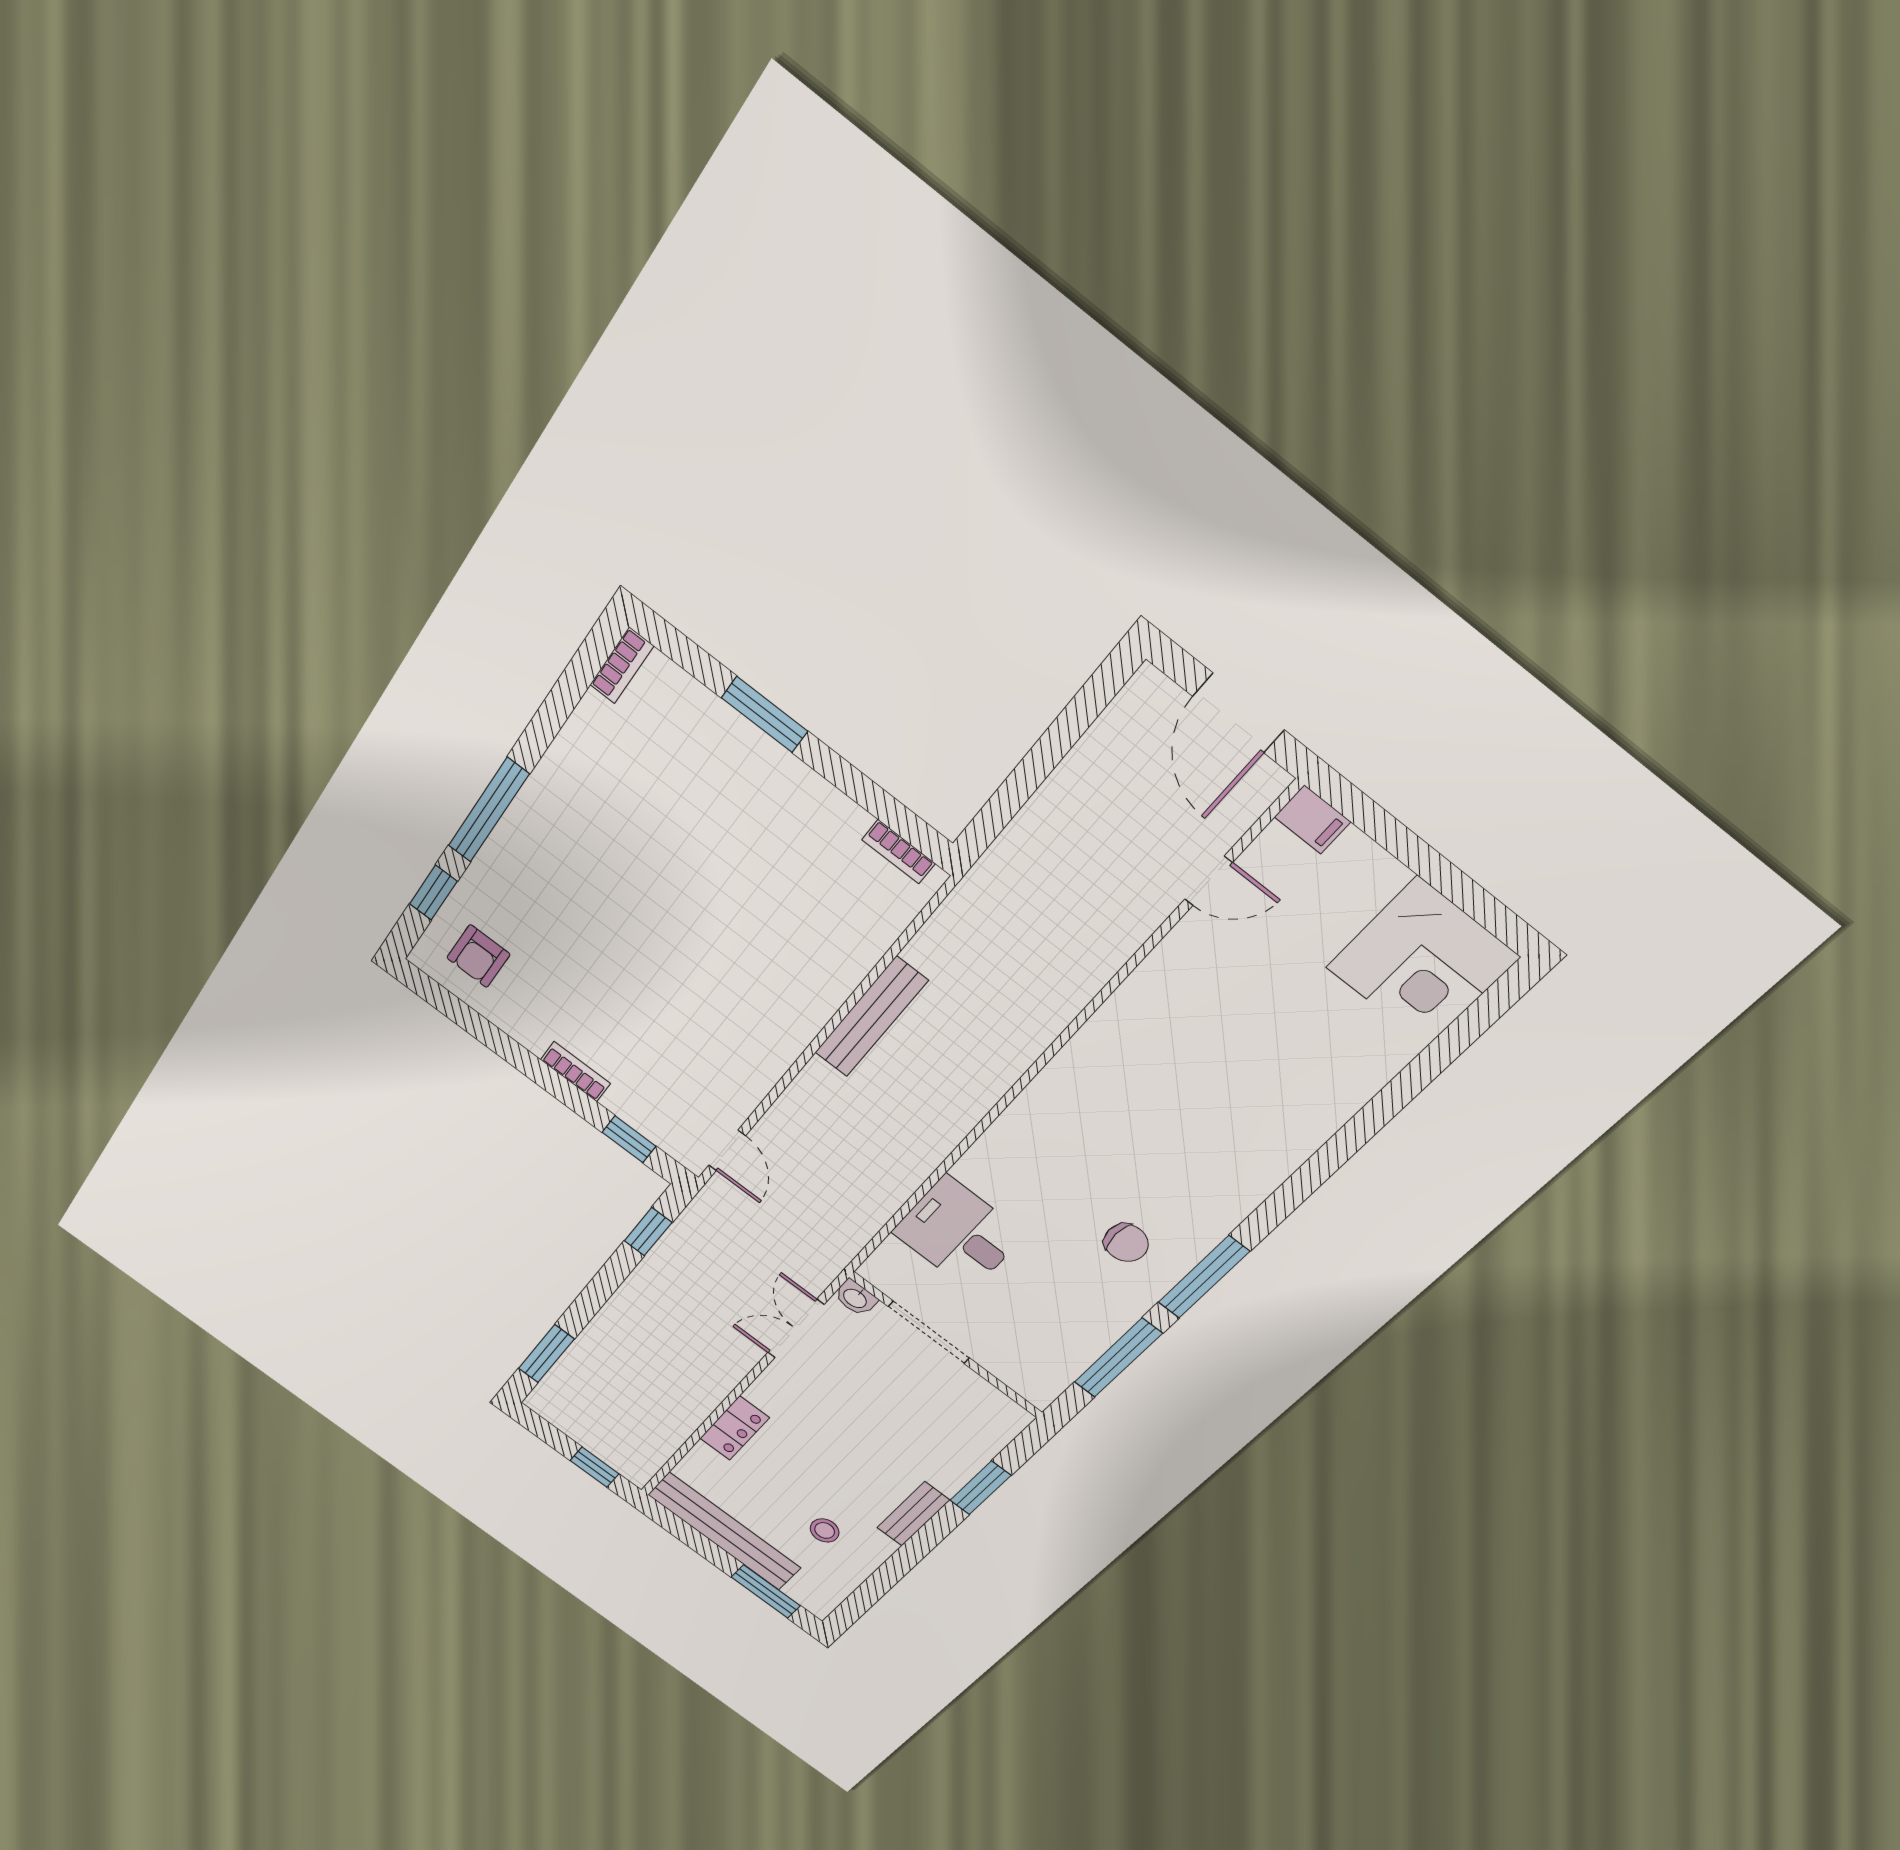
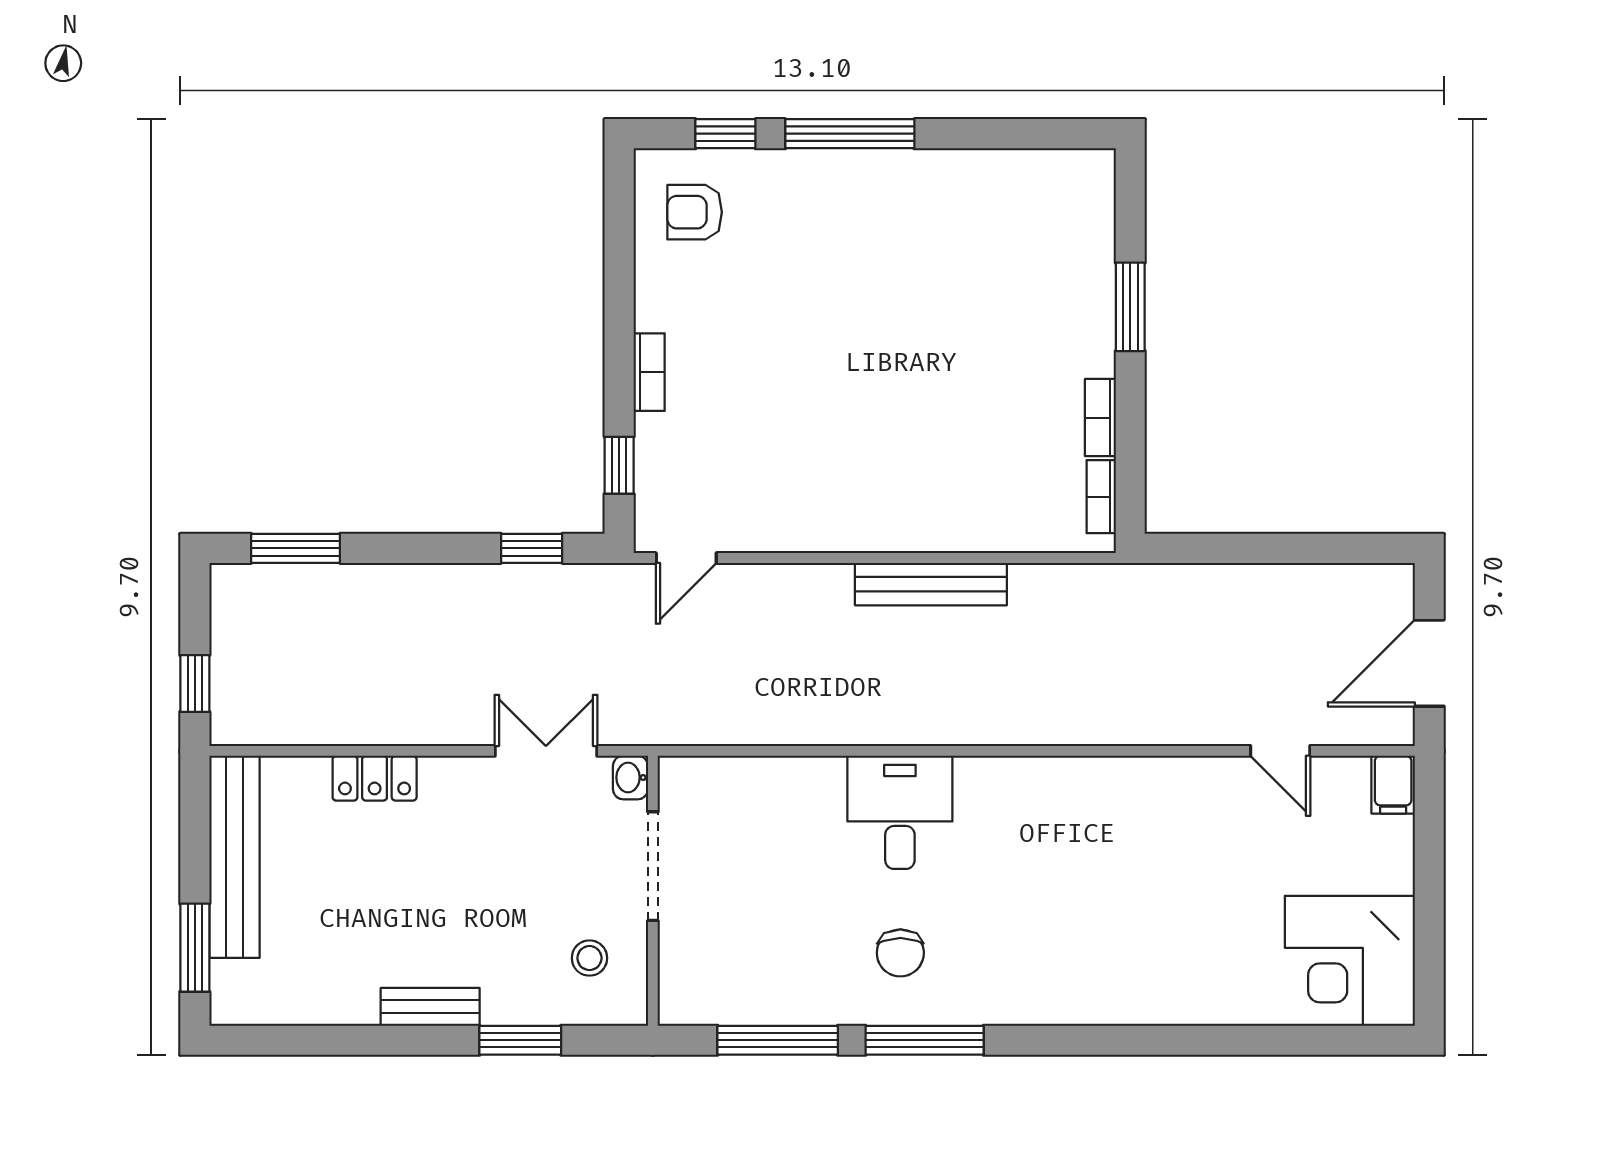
bookcase: (622, 665) -> (1100, 418), moved, turned 90
desk: (958, 1233) -> (900, 812), moved
stool: (825, 1530) -> (589, 958), moved

